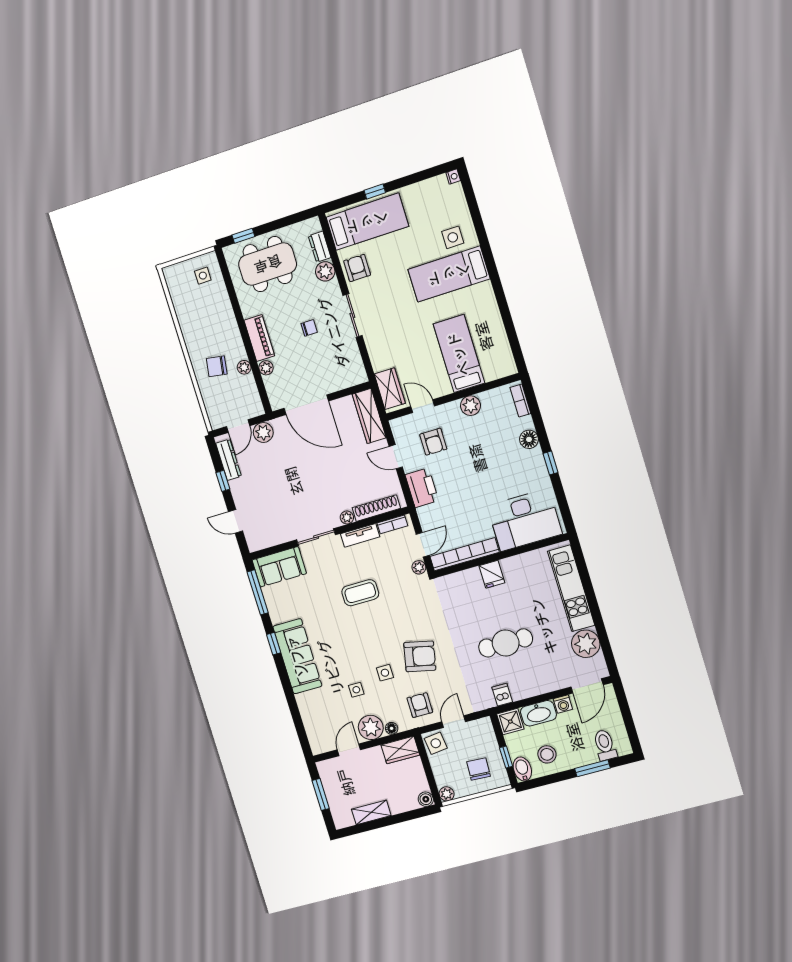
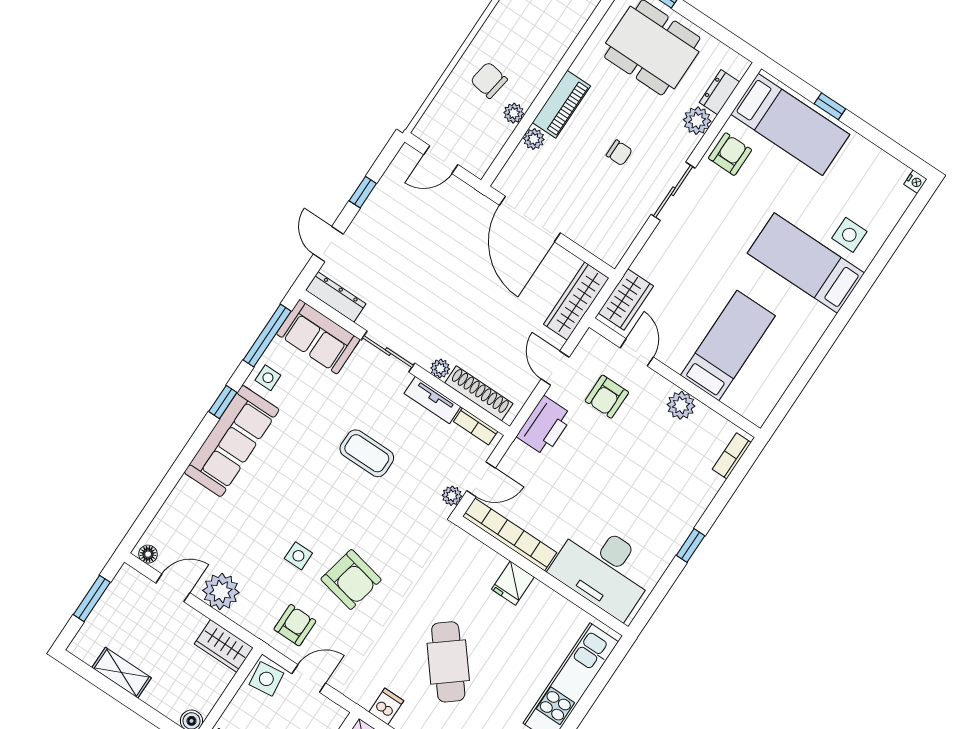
plant: (263, 432) -> (458, 195), removed
floor lamp: (529, 439) -> (697, 500), removed
dresser: (229, 460) -> (336, 297), moved, turned -90
cafe table: (506, 643) -> (448, 662), turned 51
side table: (356, 690) -> (268, 378), moved
floor lamp: (392, 728) -> (148, 554), moved

